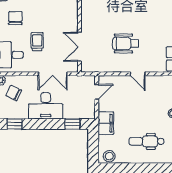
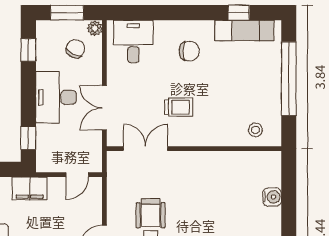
trolley: (37, 42) -> (179, 107), moved
door: (97, 92) -> (77, 175), hinge flipped

